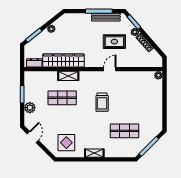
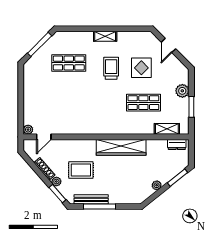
wardrobe: (63, 61) -> (121, 147), moved
door: (110, 69) -> (44, 137), moved
shelving: (68, 76) -> (167, 129), moved
trolley: (102, 102) -> (111, 68), moved
door: (33, 137) -> (168, 45), moved
display table: (66, 143) -> (141, 68), moved

